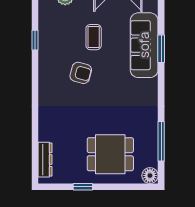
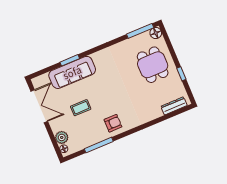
window: (35, 40) -> (99, 145), width x2.17
armchair: (81, 73) -> (113, 123), moved, turned 75
window: (161, 141) -> (140, 31), moved

